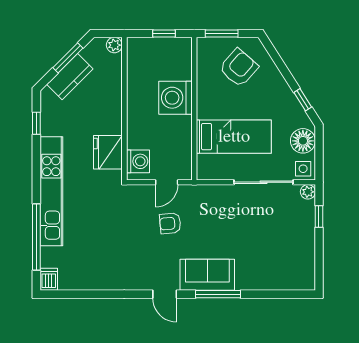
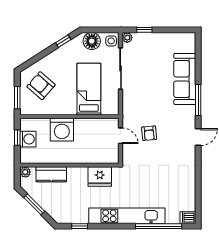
kitchen counter: (70, 77) -> (51, 174), moved, turned 135
washing machine: (138, 161) -> (28, 139), moved, turned 90
sofa: (207, 275) -> (185, 79), moved, width x1.36

